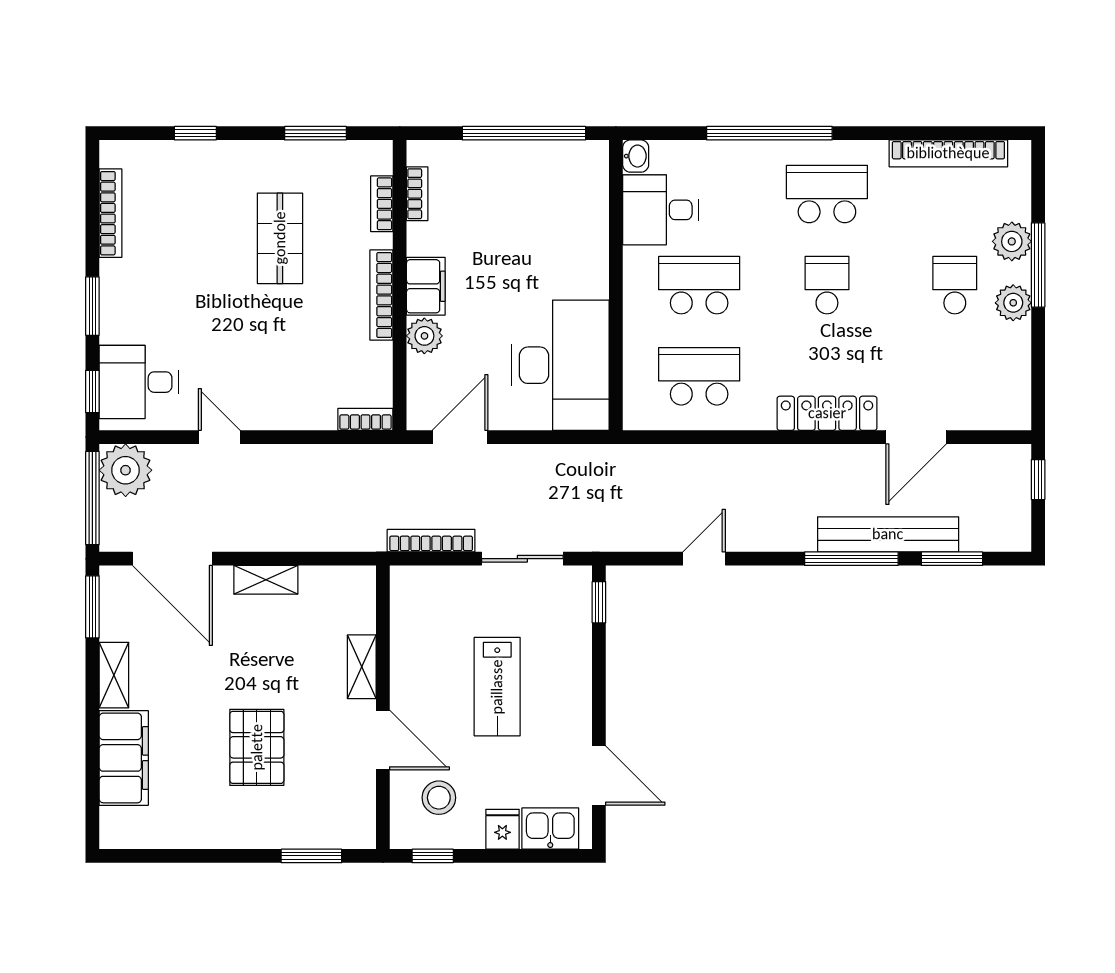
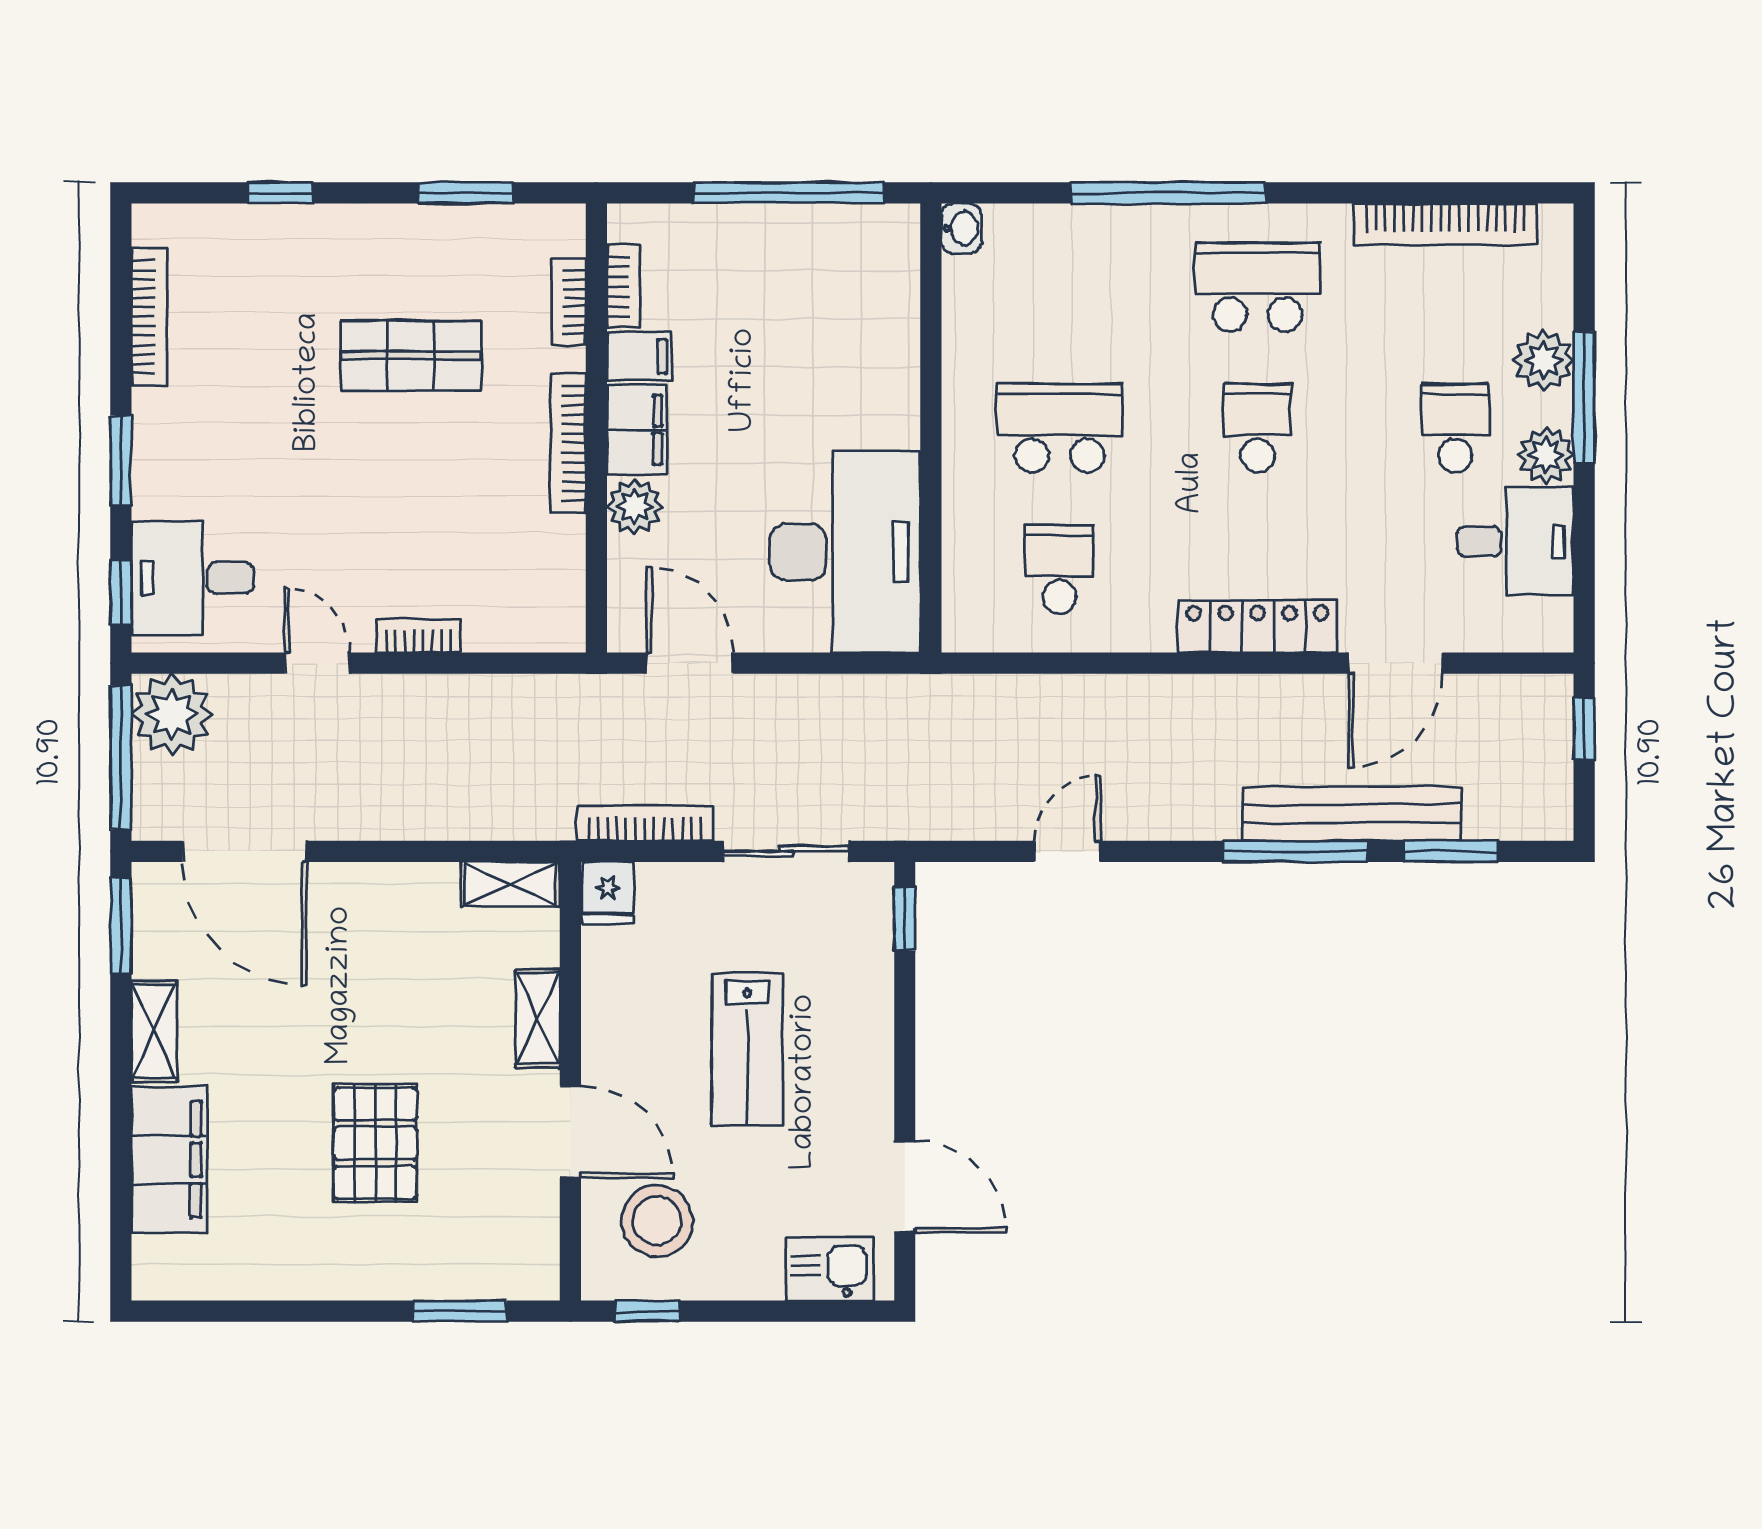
desk: (660, 210) -> (1515, 541), moved, turned 180
shop shelf: (280, 238) -> (411, 356), turned 90
filing cabinet: (427, 239) -> (639, 357), added
school desk: (699, 376) -> (1060, 569), width x0.54
bookcase: (365, 419) -> (418, 636), moved
door: (460, 437) -> (690, 663), hinge flipped
shelving: (266, 580) -> (510, 884), moved
stool: (439, 798) -> (657, 1221), width x1.38, depth x1.38
fridge: (502, 829) -> (608, 893), moved, turned 180

